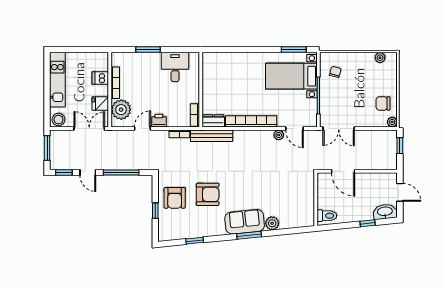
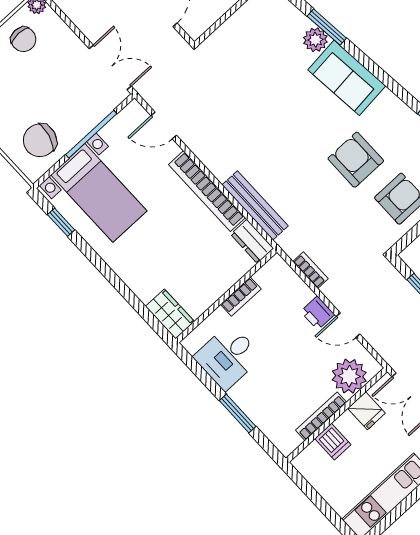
window: (294, 50) -> (61, 222), width x0.67
wardrobe: (215, 60) -> (170, 314), added
chair: (335, 72) -> (40, 140), width x1.87, depth x1.87
bookcase: (195, 115) -> (241, 297), moved
door: (294, 128) -> (164, 125), swing flipped
plant: (279, 135) -> (191, 138), removed
bench: (212, 136) -> (255, 205), moved
window: (249, 235) -> (327, 27), moved

